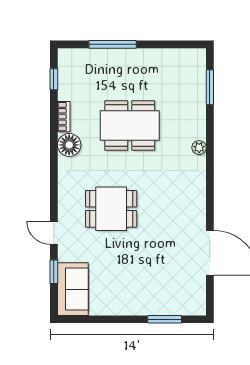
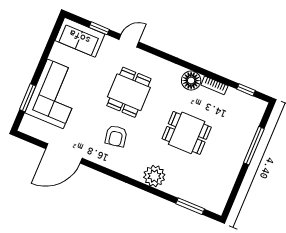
dining table: (130, 125) -> (187, 133), width x0.73
plant: (199, 148) -> (154, 176), width x1.87, depth x1.87
armchair: (166, 203) -> (116, 136), added
corner sofa: (147, 290) -> (55, 94), added

